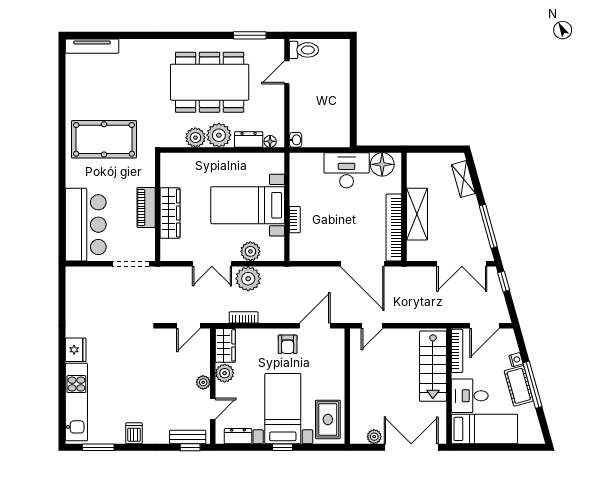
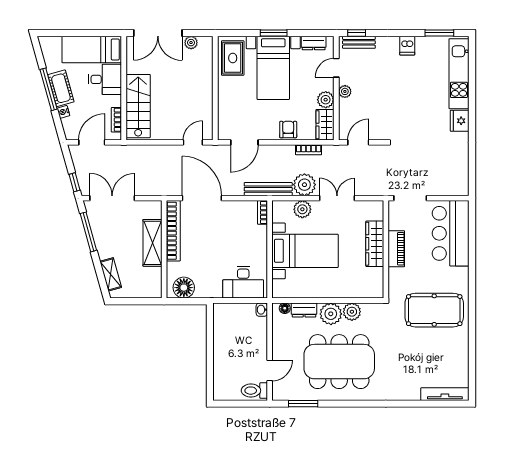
desk: (347, 170) -> (243, 282), moved
bookcase: (295, 220) -> (262, 212), moved
bench: (288, 274) -> (268, 189), added
armchair: (288, 344) -> (288, 130), moved
bookcase: (457, 351) -> (116, 120), width x0.64
window: (282, 447) -> (274, 33), width x1.50

